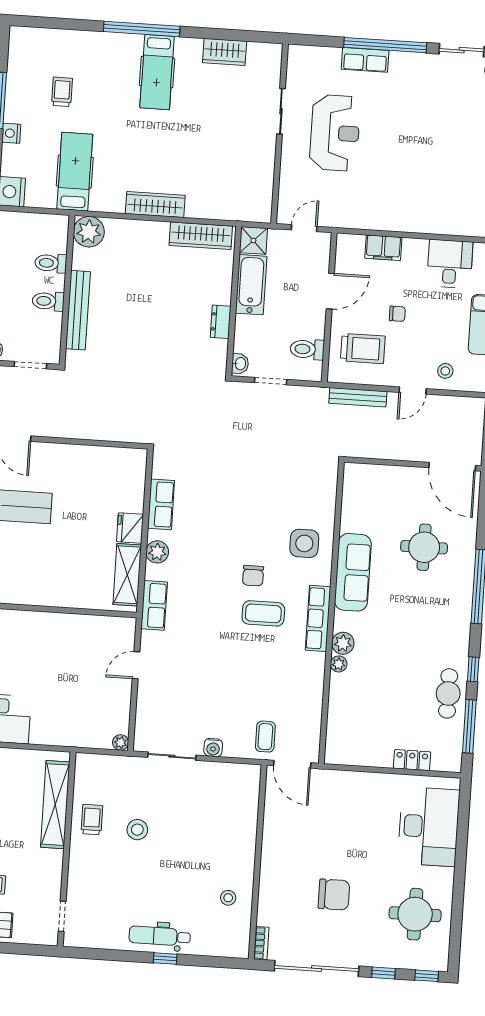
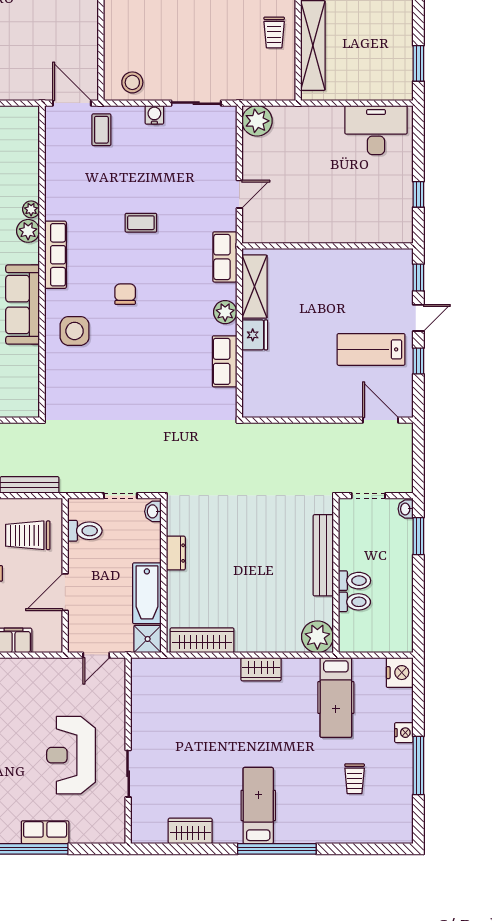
wardrobe: (155, 204) -> (261, 669), width x0.67
toilet: (48, 301) -> (354, 581), moved
coffee table: (263, 613) -> (141, 223), moved, width x0.73, depth x0.77
plant: (121, 742) -> (257, 121), width x1.88, depth x1.88
stool: (137, 830) -> (132, 82), moved

